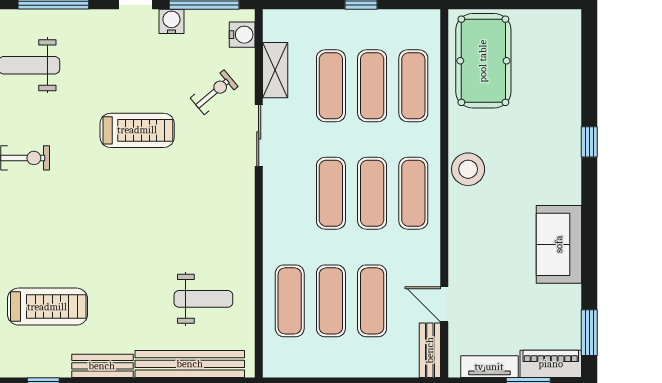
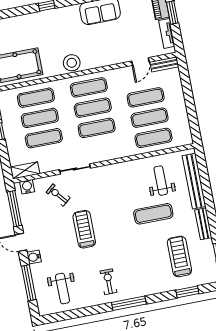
water cooler: (171, 21) -> (34, 257), moved
shelving: (275, 70) -> (25, 170), moved
exercise mat: (141, 272) -> (153, 214), added

